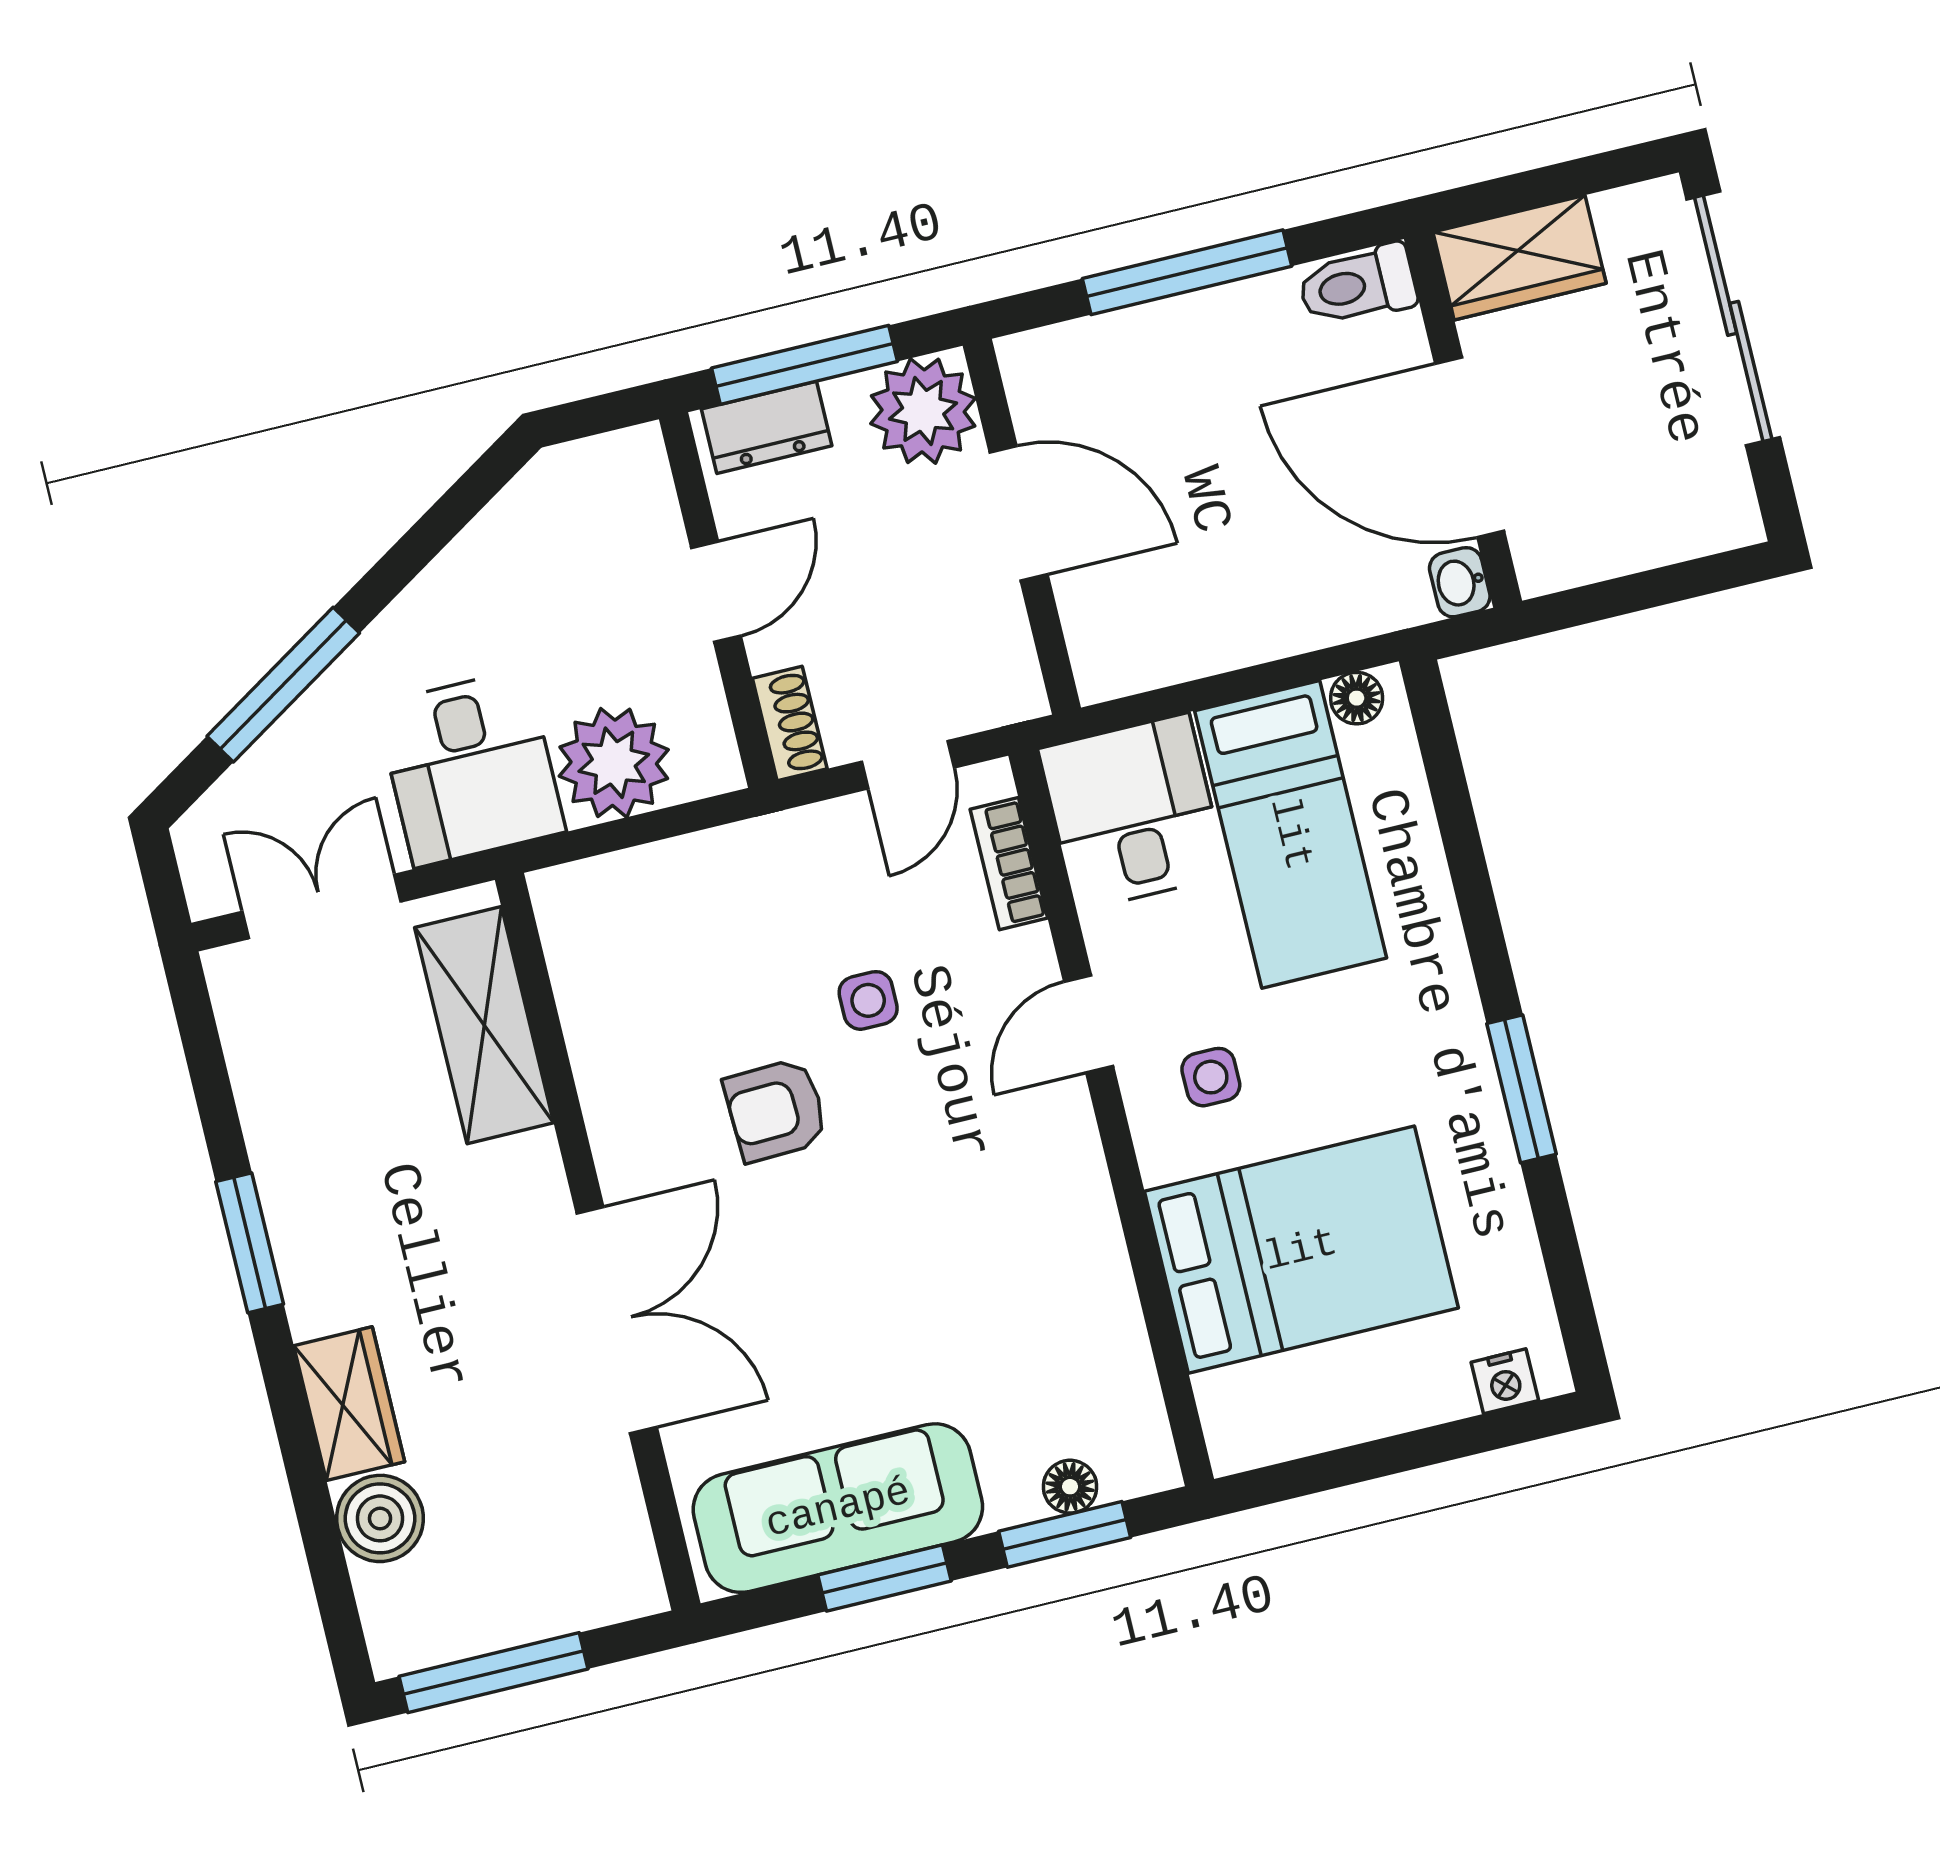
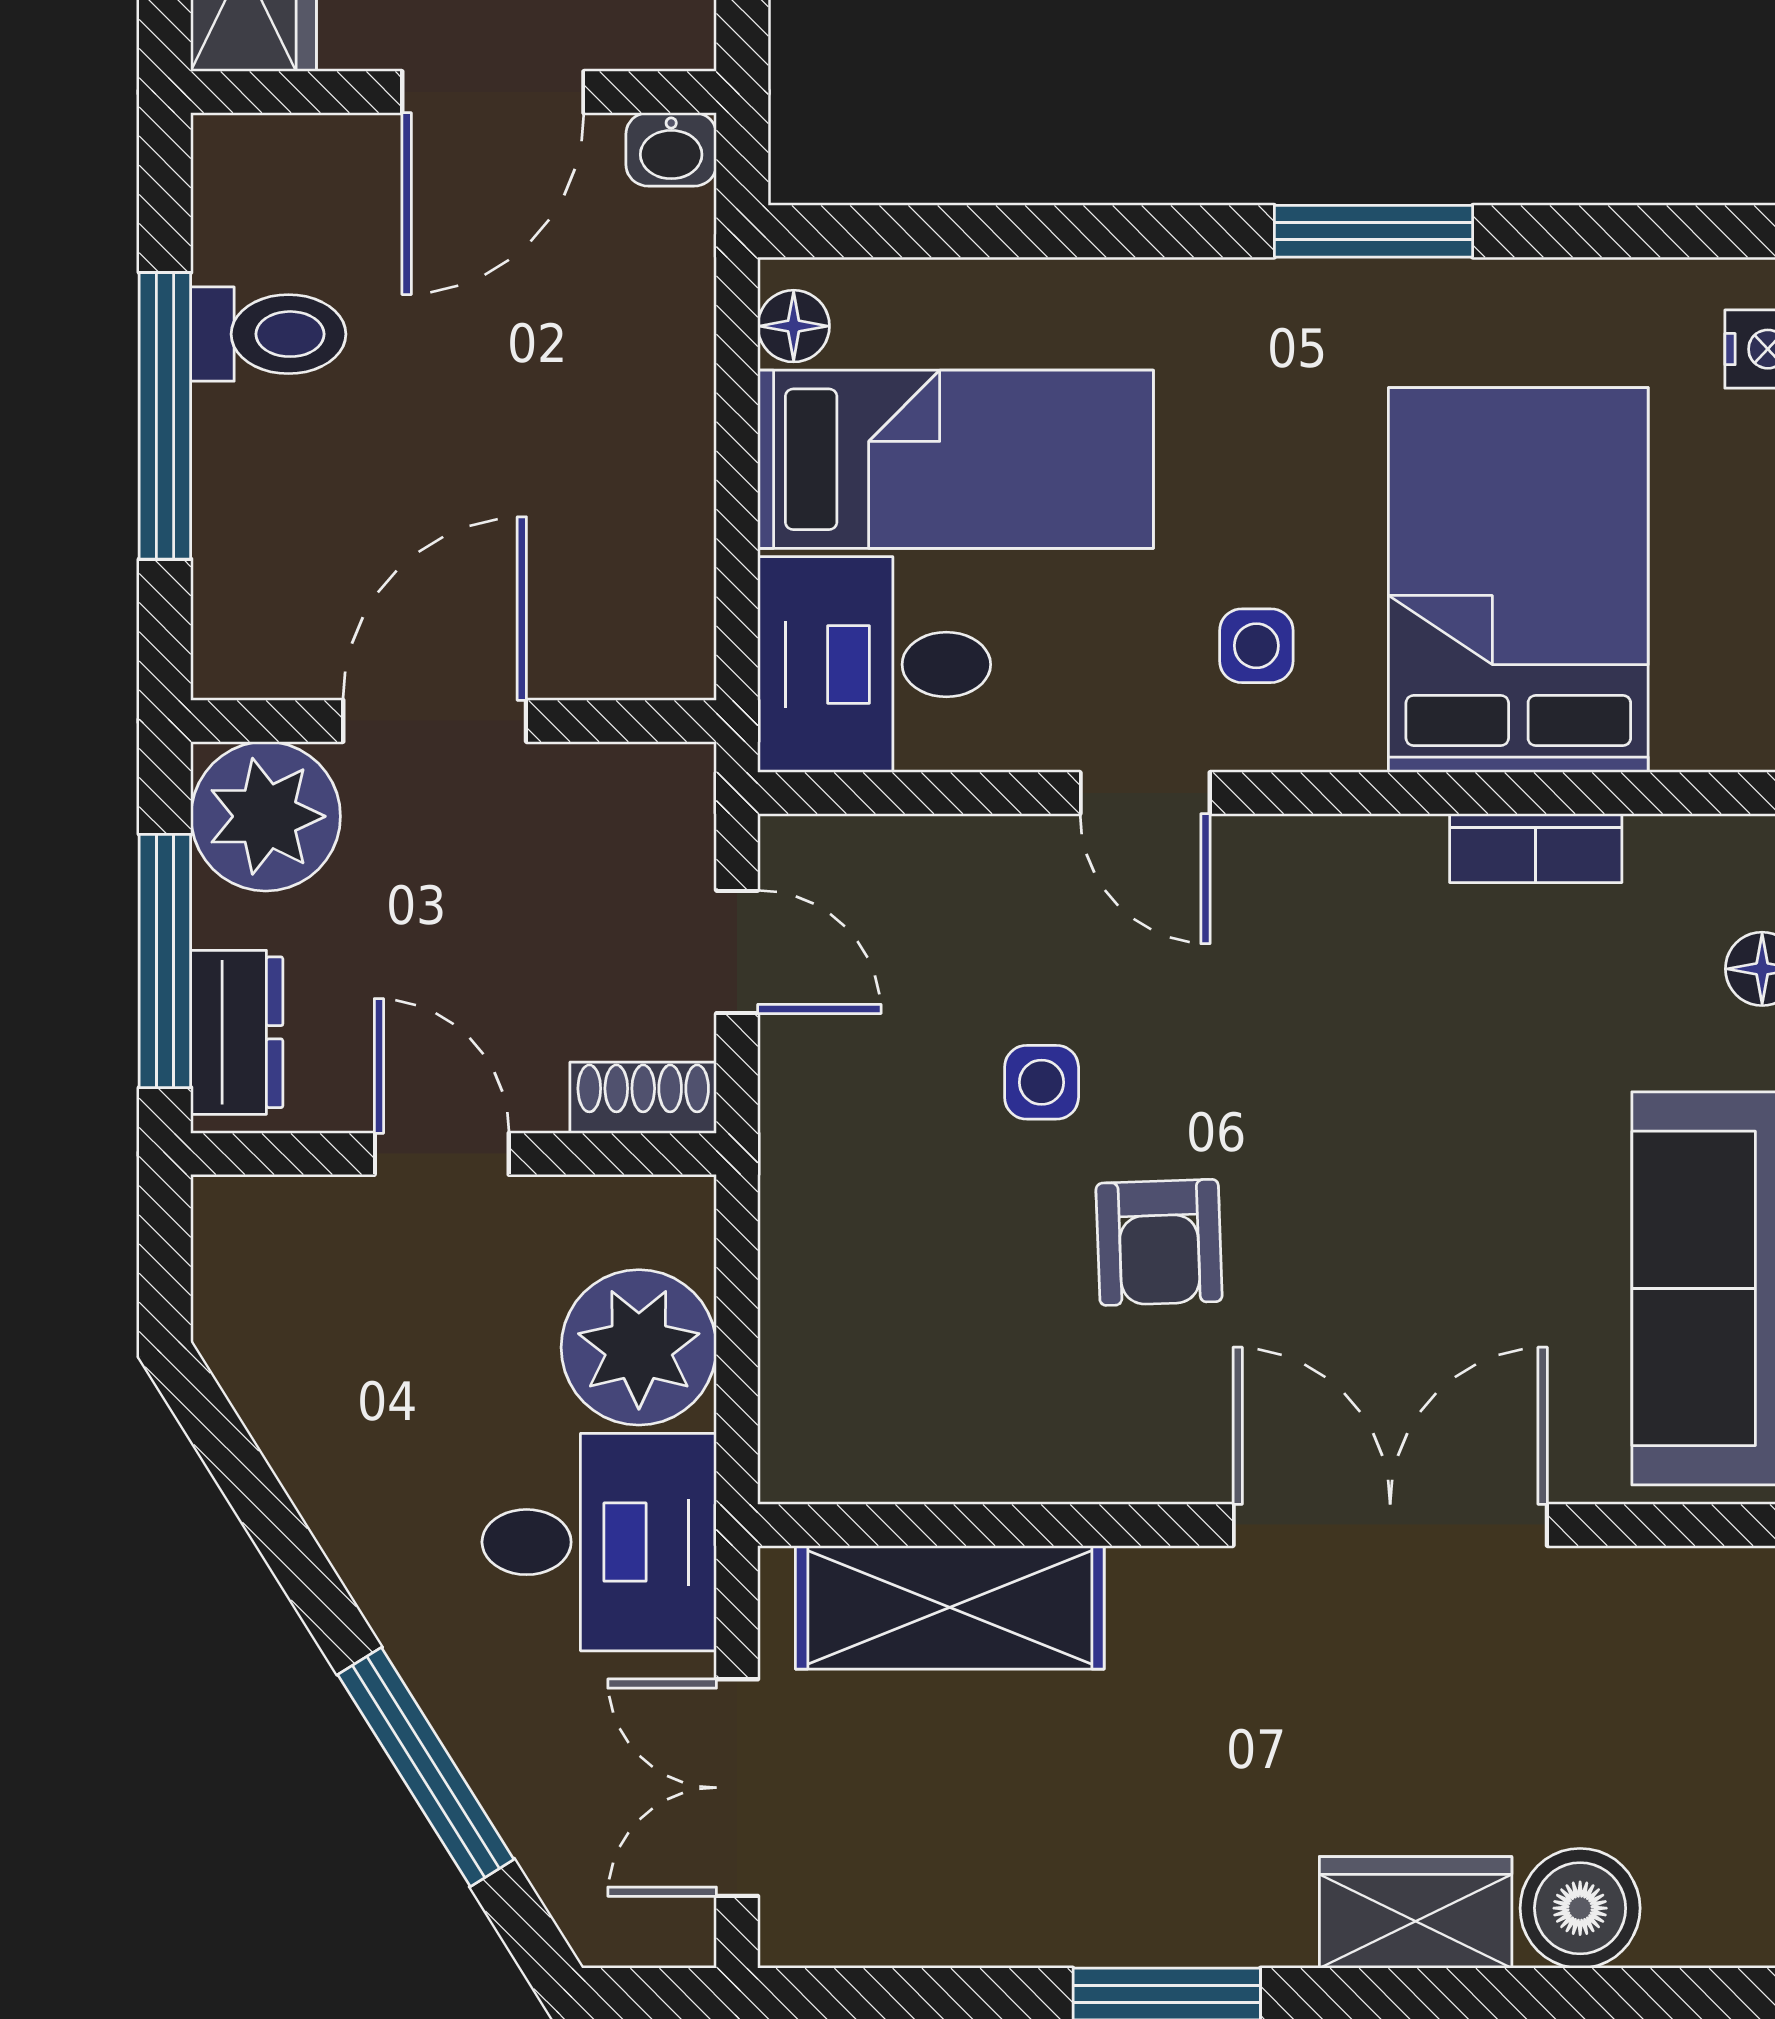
toilet: (1358, 285) -> (268, 334), moved, turned -90
door: (1470, 447) -> (493, 92), width x0.73
bookcase: (1009, 864) -> (1536, 848), moved

